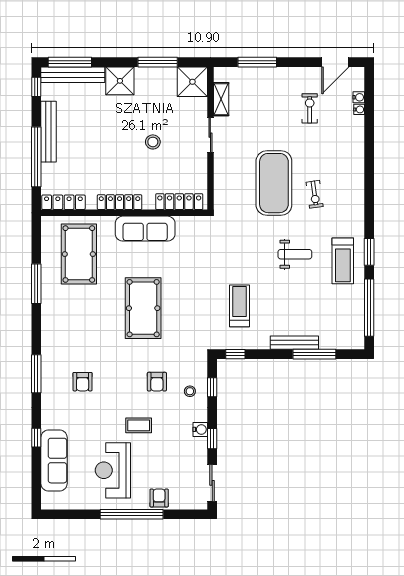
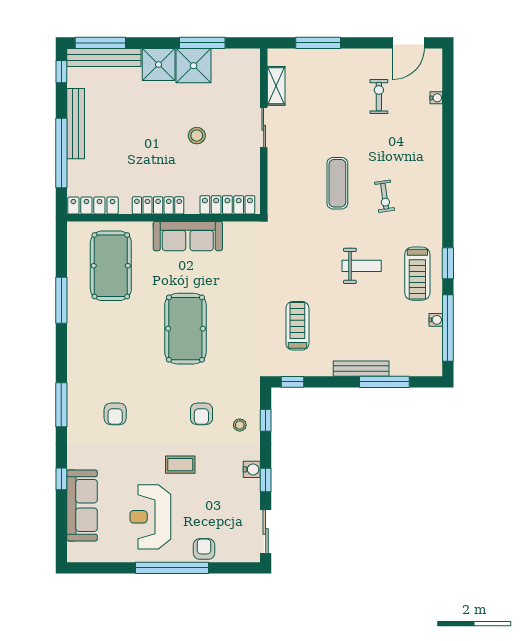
shower: (192, 82) -> (194, 66), moved
water cooler: (359, 97) -> (436, 320), moved
exercise mat: (274, 183) -> (337, 183), width x0.50, depth x0.69

